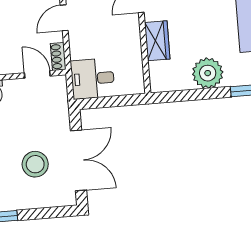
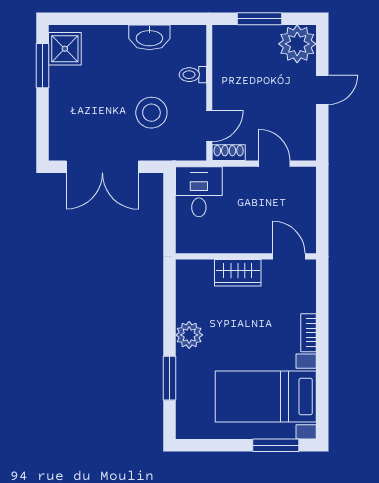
plant: (208, 73) -> (189, 335), width x0.73, depth x0.73
stool: (35, 164) -> (151, 113), moved

